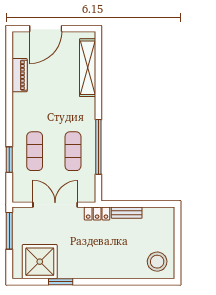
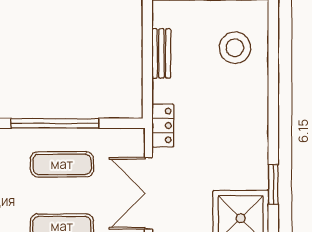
bench: (127, 213) -> (161, 53), moved
stool: (157, 262) -> (235, 48), moved

